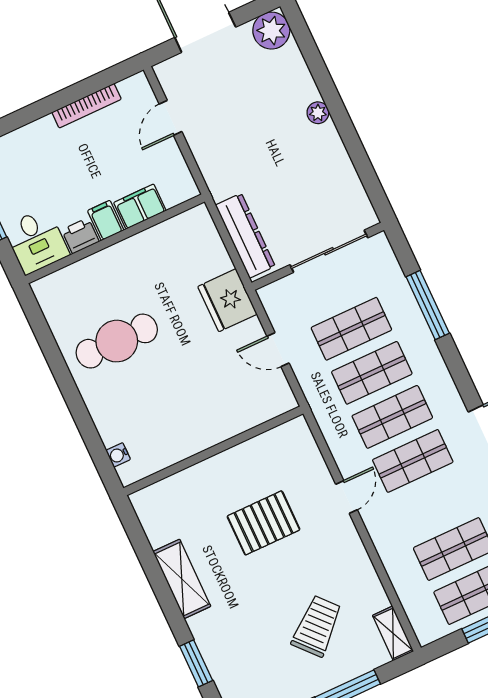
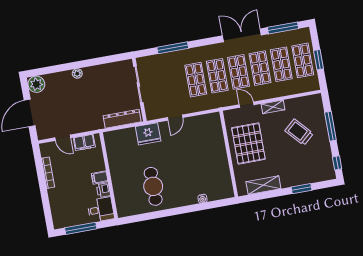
filing cabinet: (140, 207) -> (84, 142), moved, turned -90
shop shelf: (351, 329) -> (260, 68), moved
wall: (213, 451) -> (229, 154), moved
pallet: (264, 523) -> (248, 143), width x1.37, depth x1.41
shelving: (393, 633) -> (273, 107), moved

